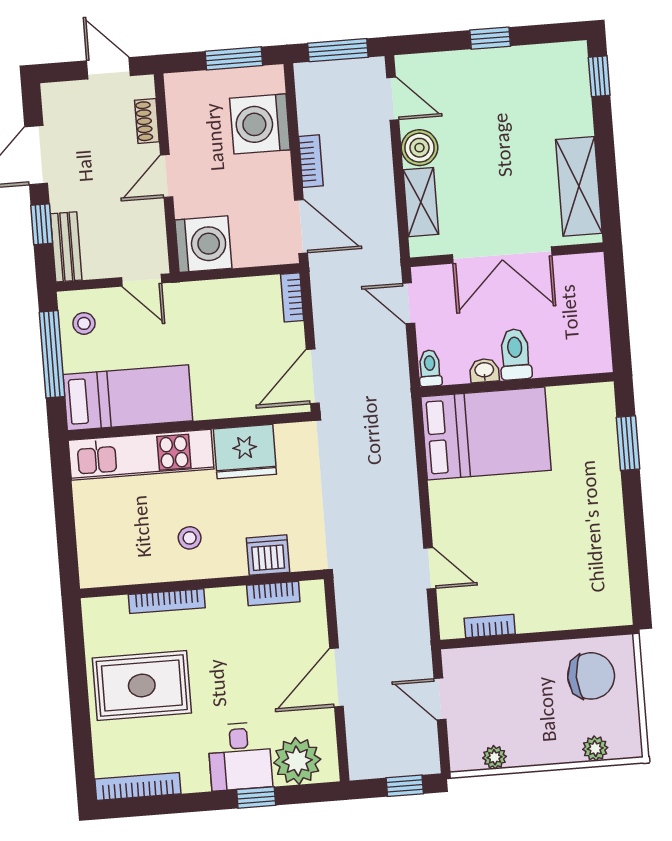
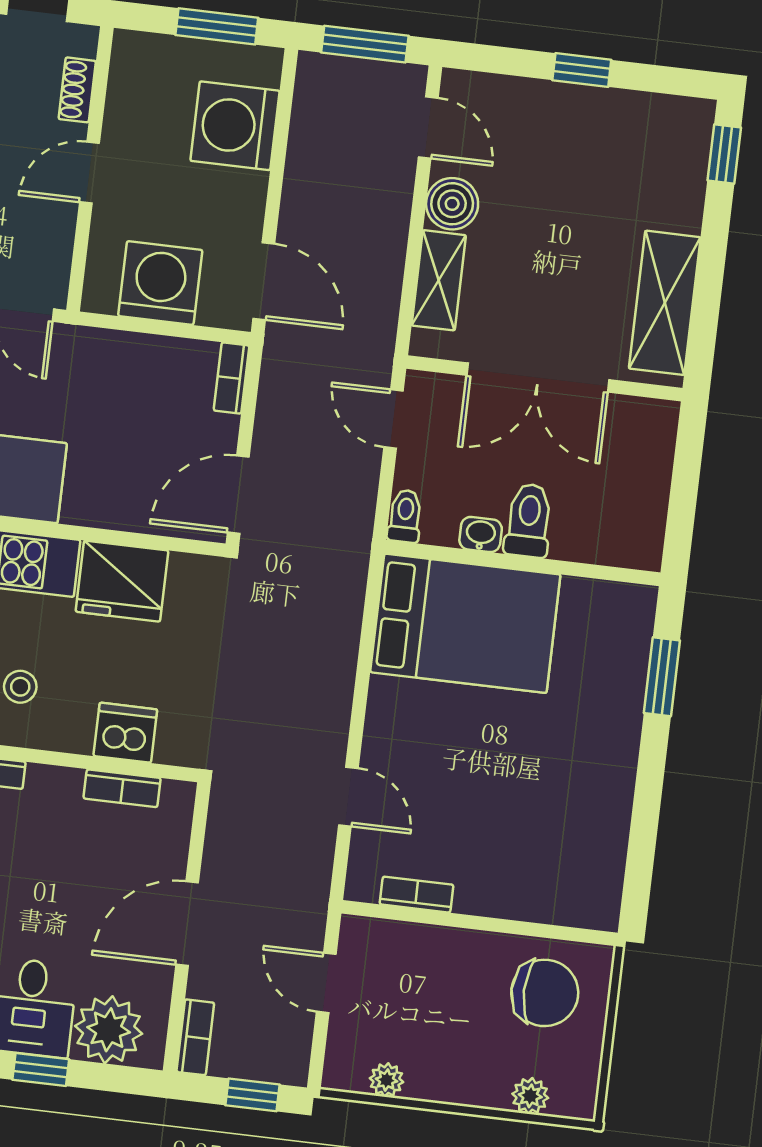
bookcase: (311, 161) -> (195, 1037), moved
washing machine: (203, 244) -> (160, 283), moved, turned -90

